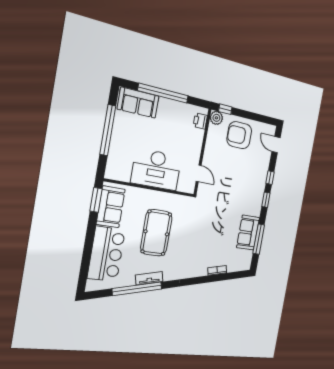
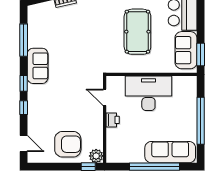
sofa: (138, 103) -> (170, 152), width x1.36
printer: (200, 121) -> (113, 120), moved
sofa: (248, 233) -> (38, 66), moved

